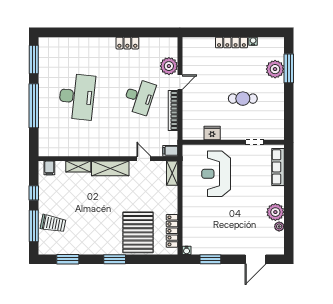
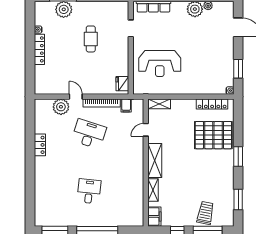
desk: (77, 97) -> (89, 191), width x0.53, depth x0.77
fridge: (212, 133) -> (122, 84), moved
filing cabinet: (170, 151) -> (126, 105), moved
filing cabinet: (49, 168) -> (154, 216), width x2.00

